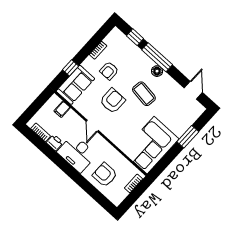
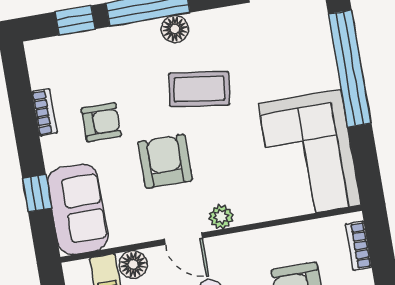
armchair: (109, 71) -> (101, 122), turned -90
floor lamp: (72, 116) -> (133, 264), added
plant: (109, 132) -> (221, 217), added
window: (188, 137) -> (350, 69), width x2.11

